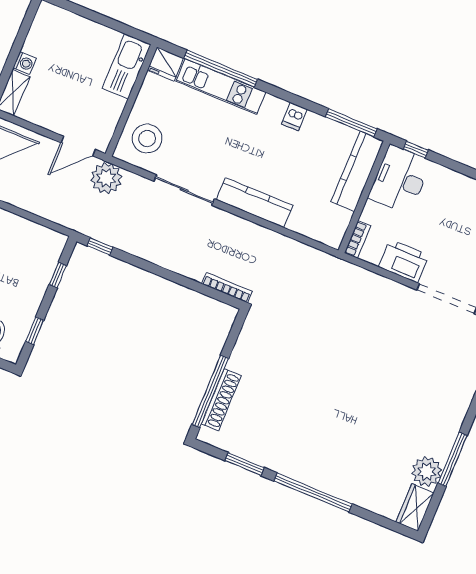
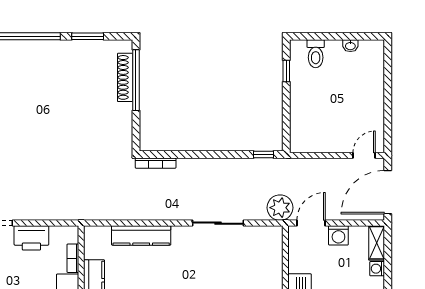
washing machine: (53, 119) -> (338, 235), added
stool: (147, 139) -> (262, 250), removed
kitchen counter: (255, 203) -> (141, 235), moved
bookcase: (357, 239) -> (73, 258), moved
window: (58, 275) -> (286, 120), removed

